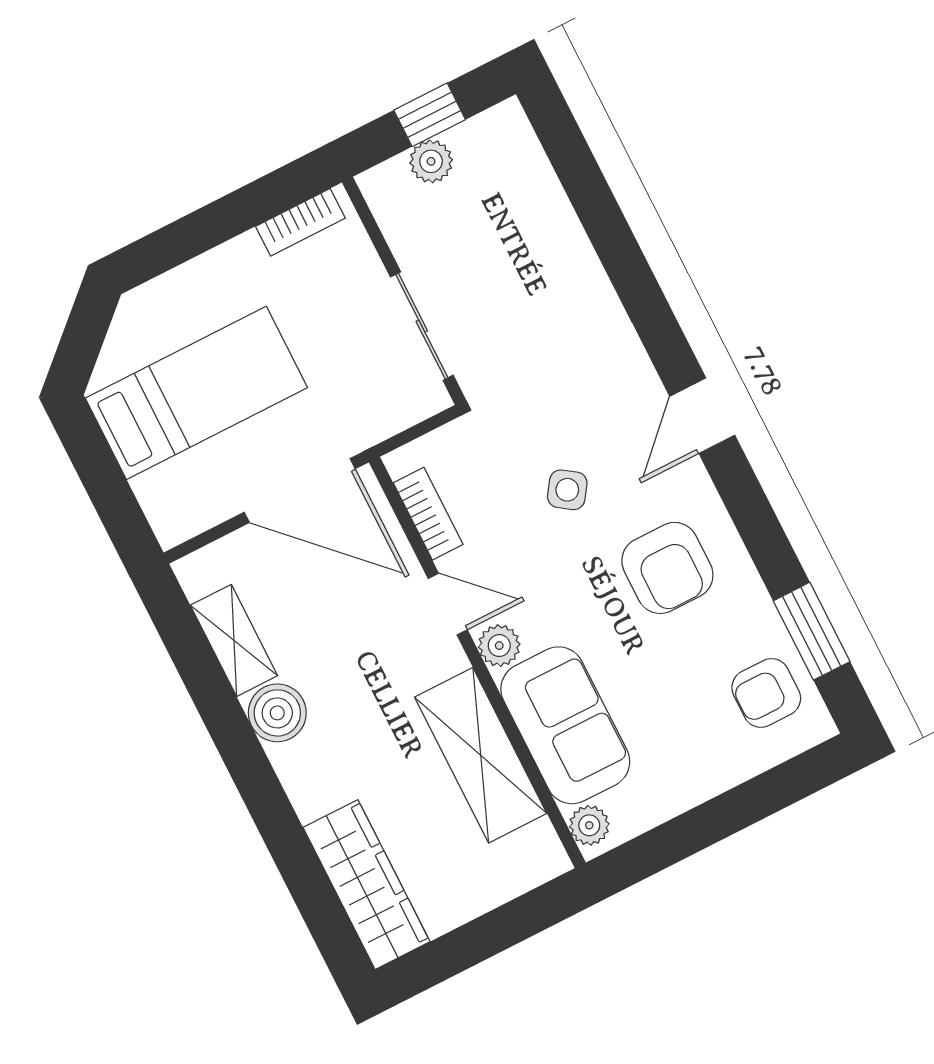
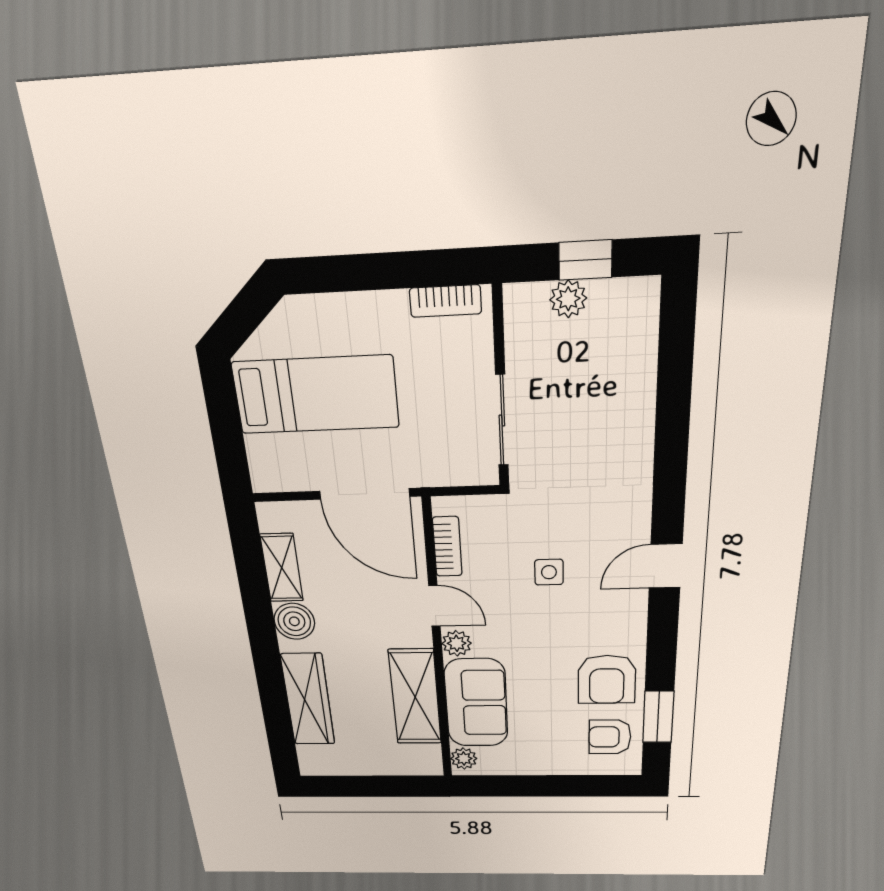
side table: (567, 490) -> (549, 572), turned -35
armchair: (667, 568) -> (607, 679), moved
wardrobe: (366, 885) -> (308, 700), moved

